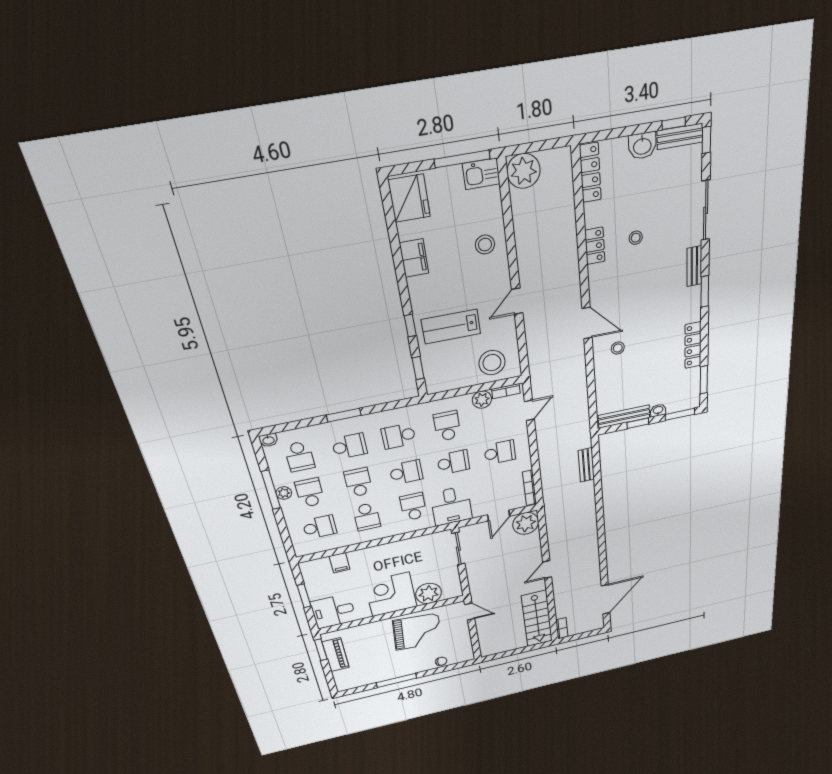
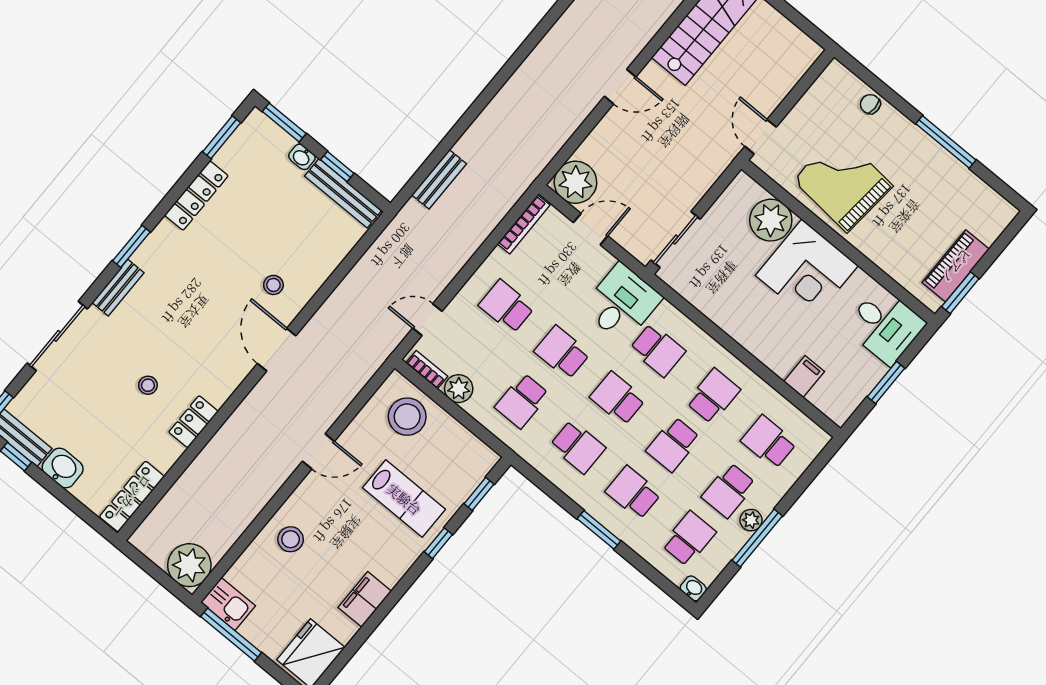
school desk: (413, 507) -> (658, 350), turned -90

